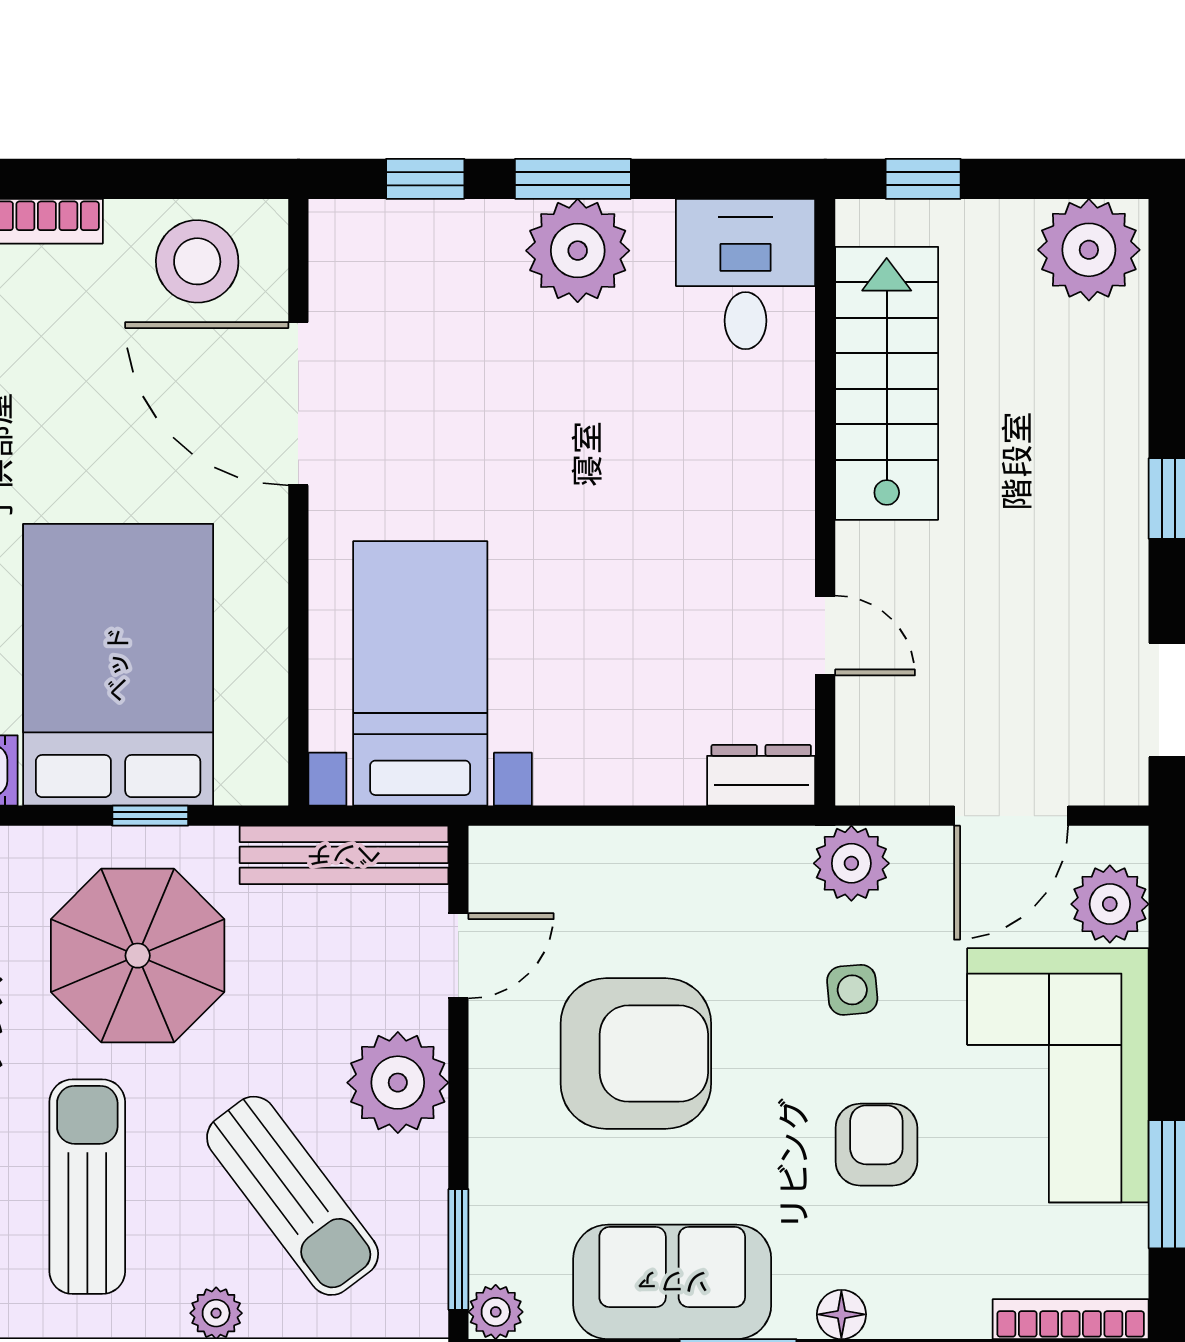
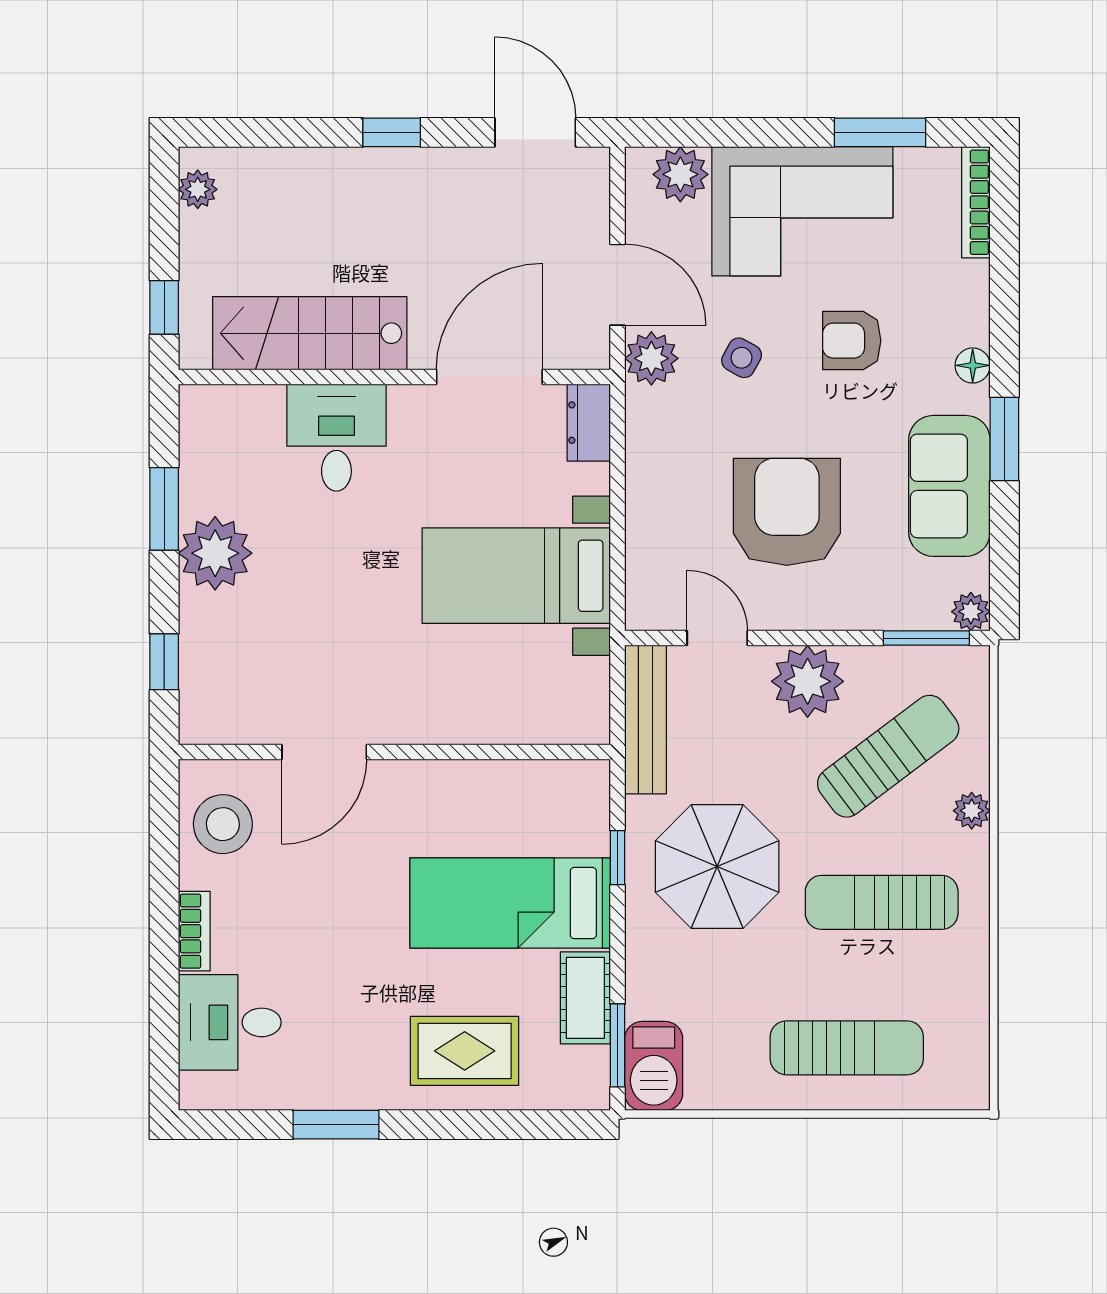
window: (573, 179) -> (164, 509), moved
plant: (1089, 250) -> (198, 189), width x0.53, depth x0.53
desk: (746, 274) -> (336, 438), moved, turned 90
door: (298, 404) -> (324, 752), width x0.73
door: (825, 636) -> (489, 377), width x1.88
bed: (118, 665) -> (510, 903), width x0.67
bed with nightstands: (420, 673) -> (516, 576), moved
door: (1011, 816) -> (617, 285), moved
side table: (852, 990) -> (742, 358), turned 34

